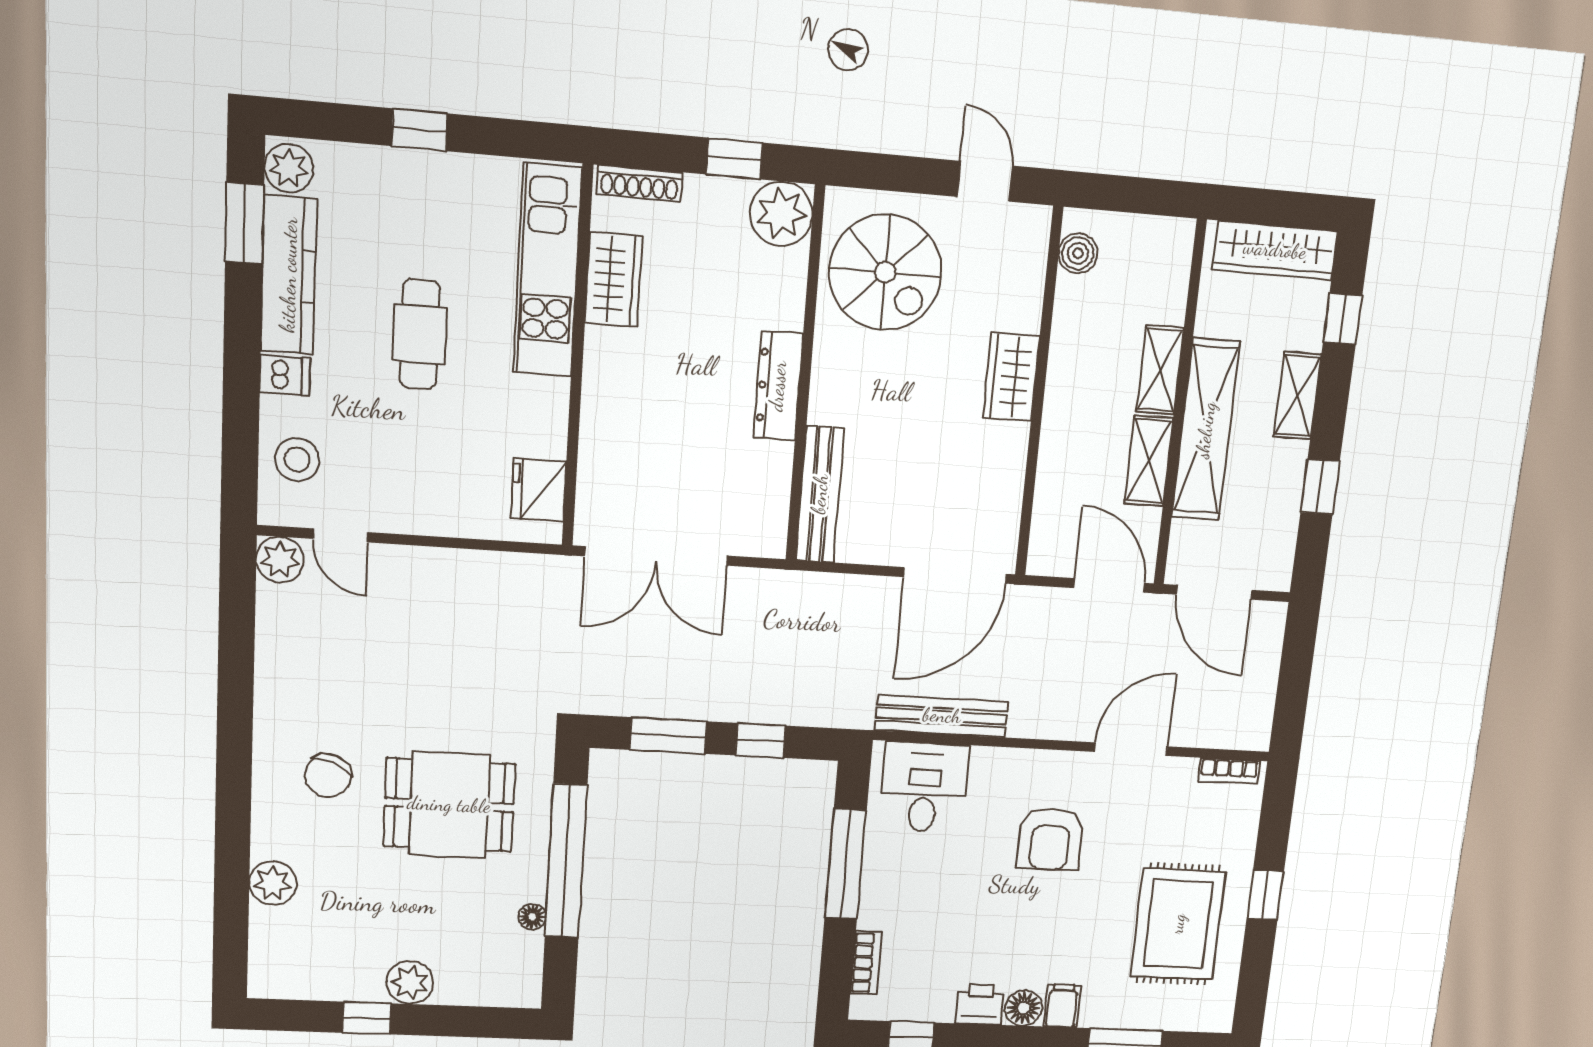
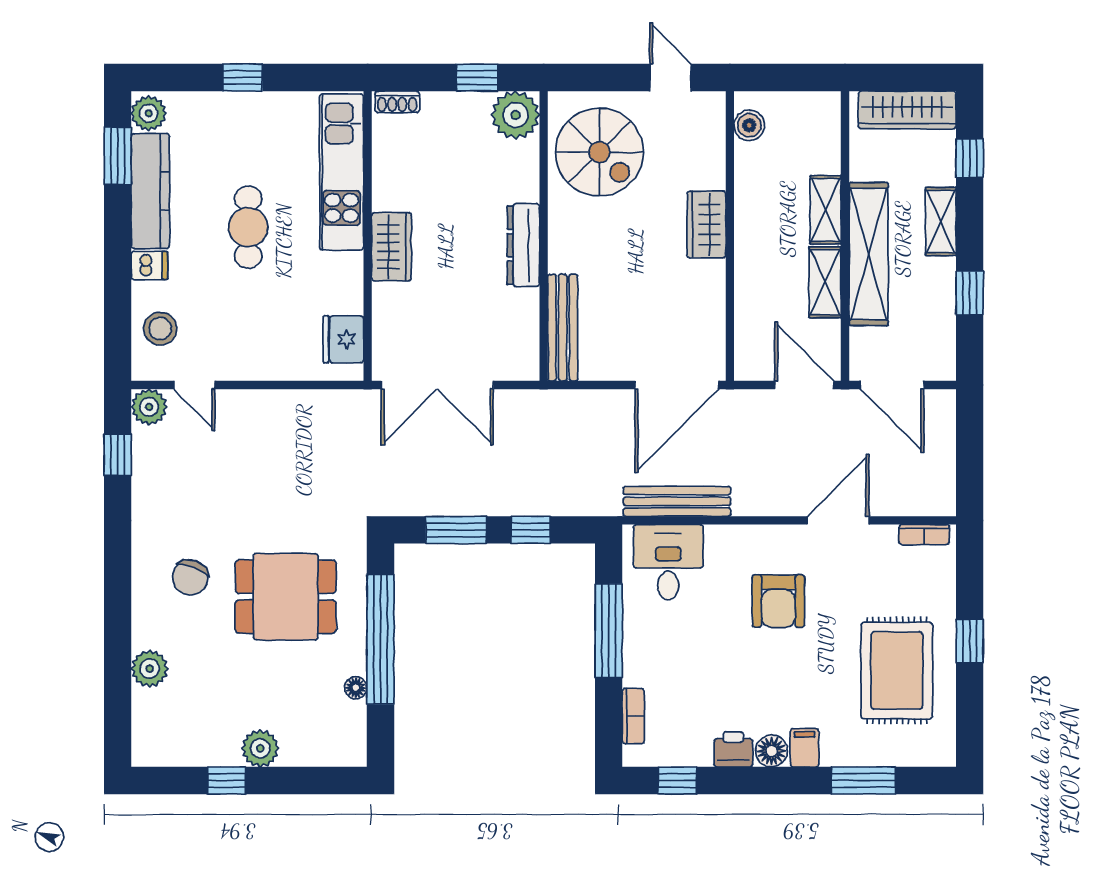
shoe rack: (639, 183) -> (397, 102), width x0.70
wardrobe: (613, 280) -> (392, 247), moved
window: (237, 618) -> (118, 455), added

